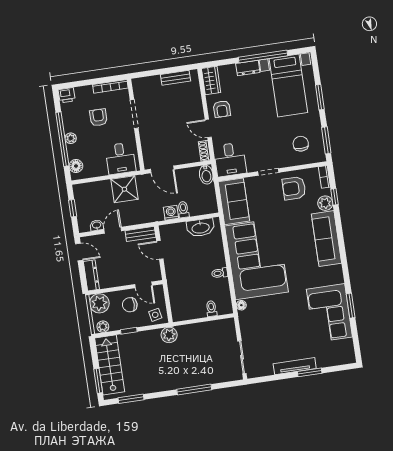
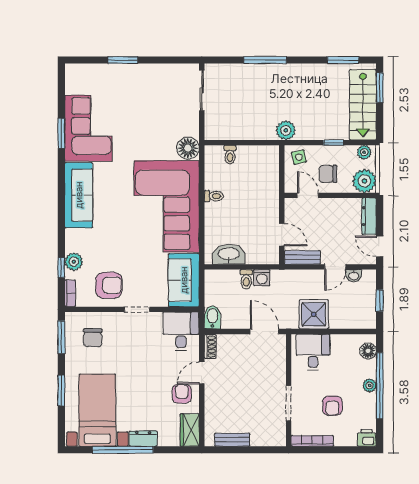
door: (208, 128) -> (202, 373), swing flipped
sofa: (326, 239) -> (79, 195), moved
chair: (130, 305) -> (328, 174), turned 180
floor lamp: (241, 305) -> (188, 148), width x1.89, depth x1.89
tv unit: (295, 366) -> (140, 70), removed

